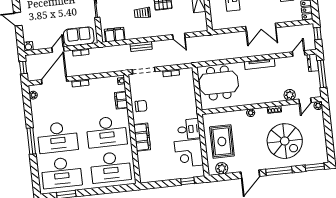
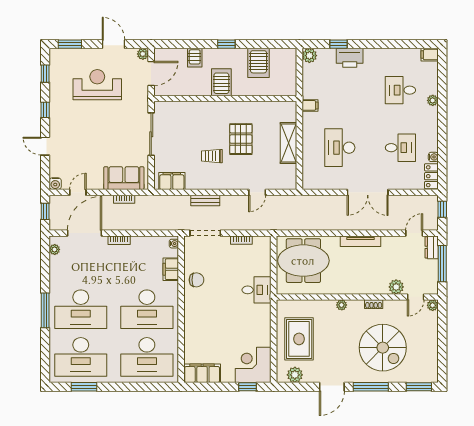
door: (179, 36) -> (257, 192), hinge flipped
door: (58, 49) -> (78, 192), moved
desk: (189, 129) -> (257, 290), moved
filing cabinet: (142, 137) -> (202, 373), moved, turned -90
corner desk: (189, 153) -> (253, 365), moved, turned 90

